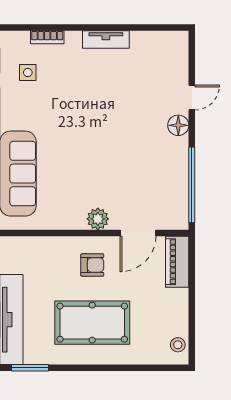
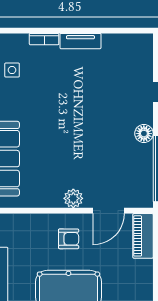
bookcase: (47, 37) -> (44, 39), moved
floor lamp: (178, 125) -> (144, 134), moved

